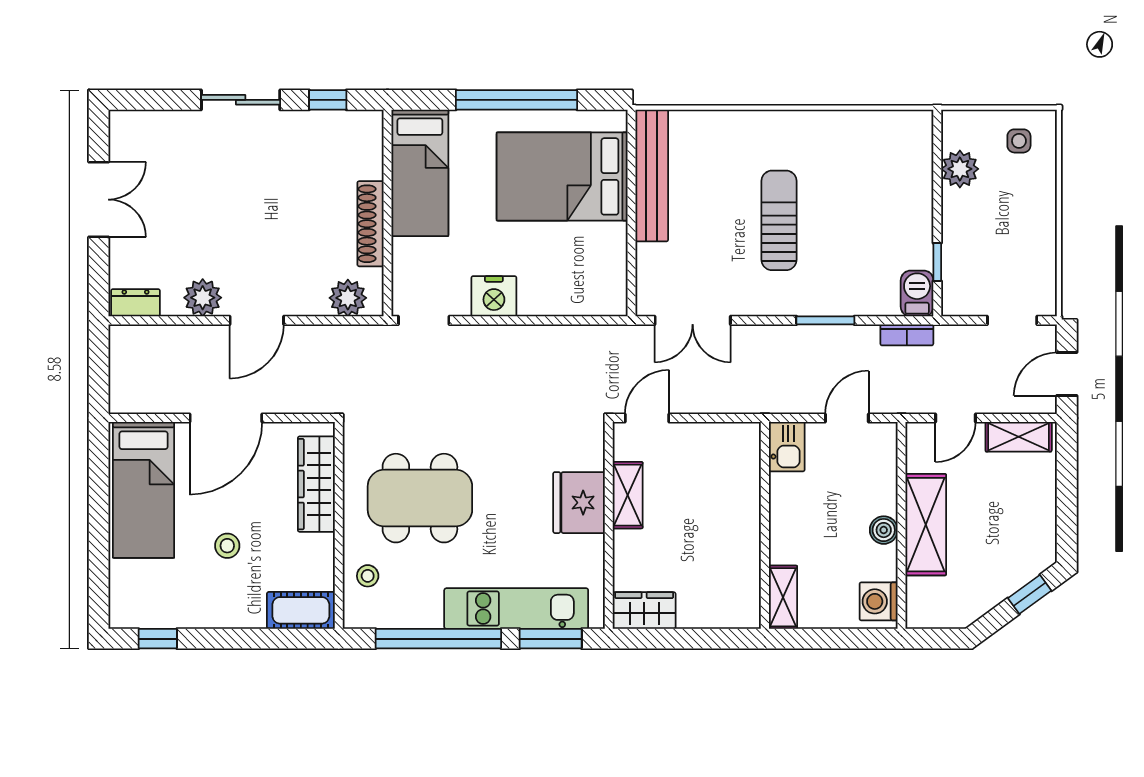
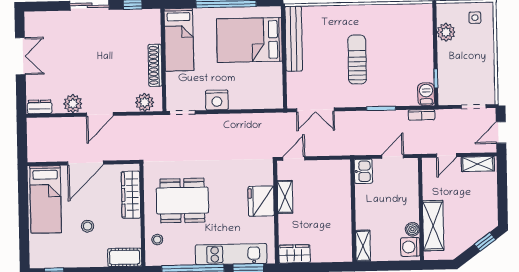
shelving: (926, 525) -> (433, 226), moved
boiler: (884, 530) -> (412, 229), moved

